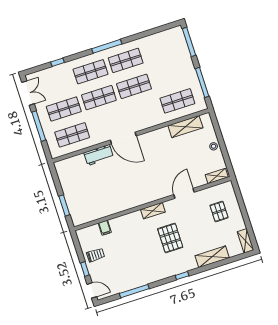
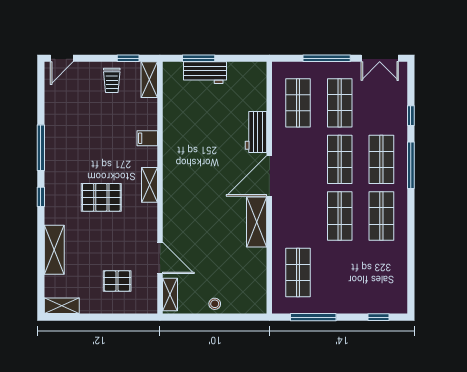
window: (189, 42) -> (378, 317), width x0.46
window: (107, 46) -> (411, 165), moved
shelving: (185, 127) -> (257, 222), moved
door: (184, 193) -> (160, 258), moved
workbench: (72, 199) -> (205, 73), added
filing cabinet: (105, 228) -> (147, 138), moved
shelving: (88, 232) -> (149, 80), added
window: (85, 269) -> (128, 58), moved
window: (134, 291) -> (41, 148), moved

